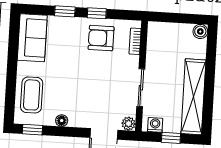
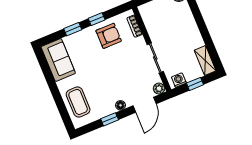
armchair: (101, 38) -> (109, 36), turned 180
shelving: (193, 97) -> (205, 60), width x0.45, depth x0.75
floor lamp: (62, 121) -> (120, 105), moved
window: (32, 130) -> (110, 119), moved

